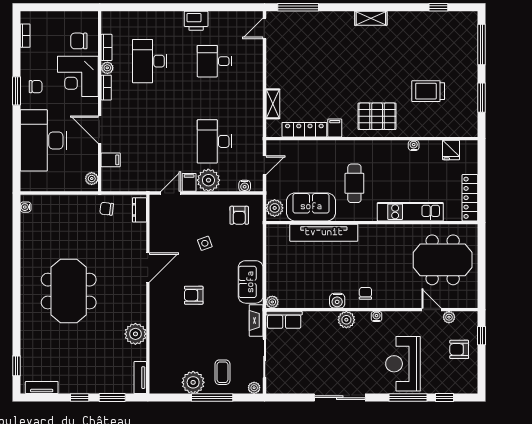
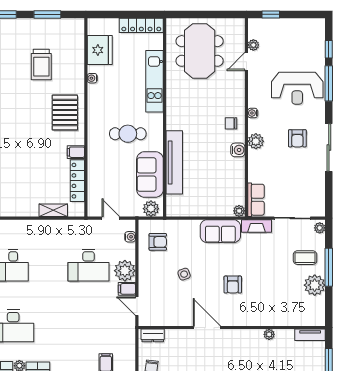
fridge: (451, 150) -> (100, 50), width x1.88, depth x1.34
plant: (135, 334) -> (269, 334), width x0.53, depth x0.53
armchair: (459, 349) -> (297, 138), moved

